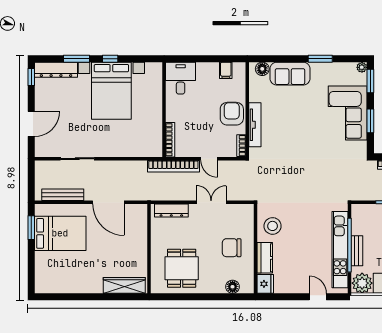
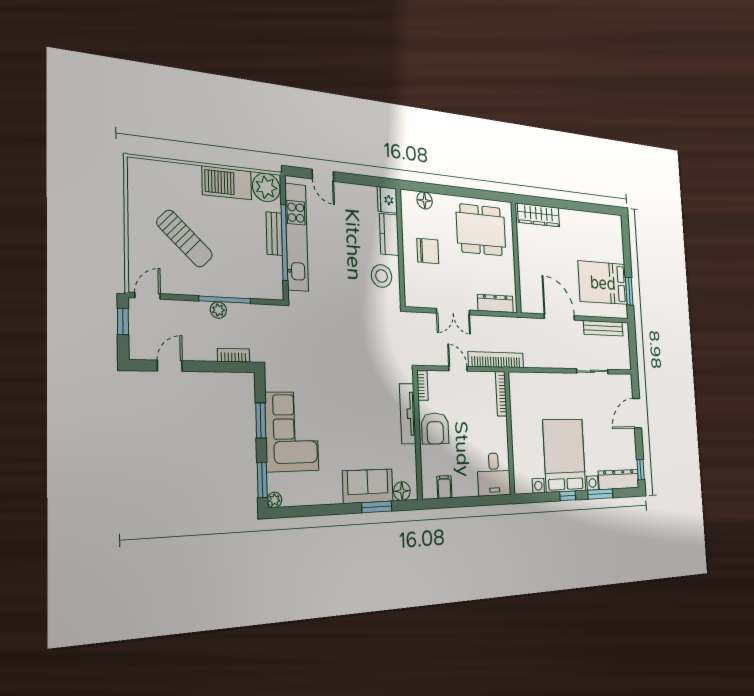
window: (320, 59) -> (377, 507), moved
dining table: (182, 268) -> (481, 230), width x1.37

